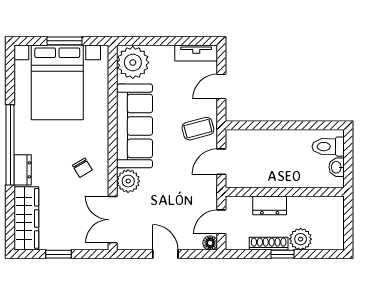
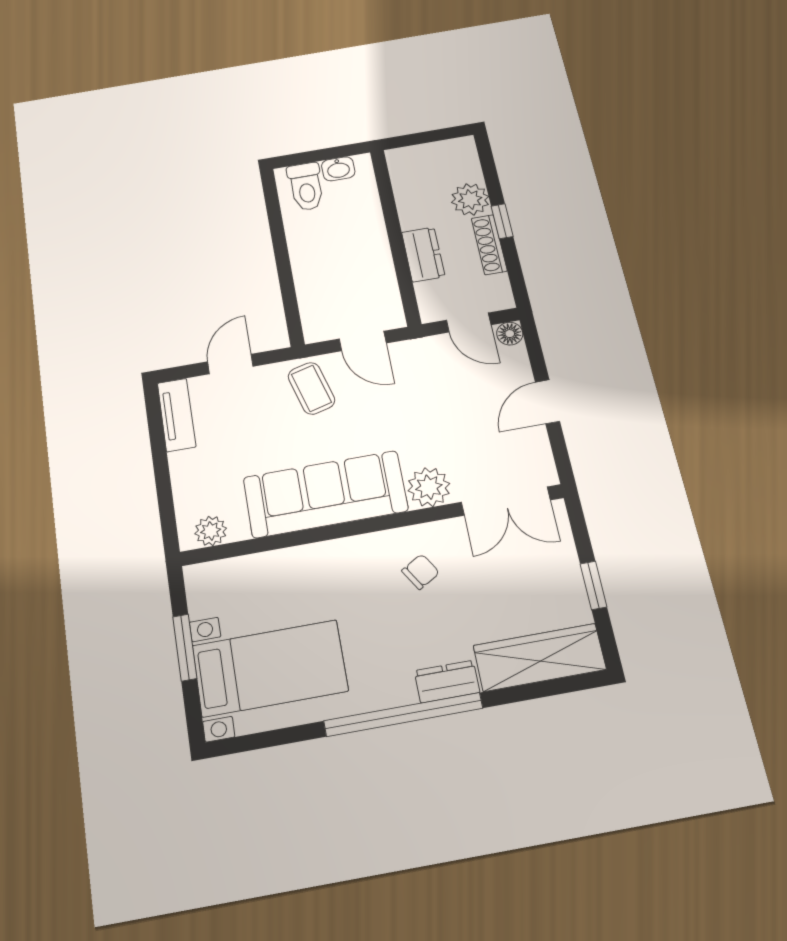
plant: (133, 62) -> (211, 531), width x0.53, depth x0.53
bed with nightstands: (57, 82) -> (270, 668), width x0.73
door: (221, 86) -> (230, 364), swing flipped

